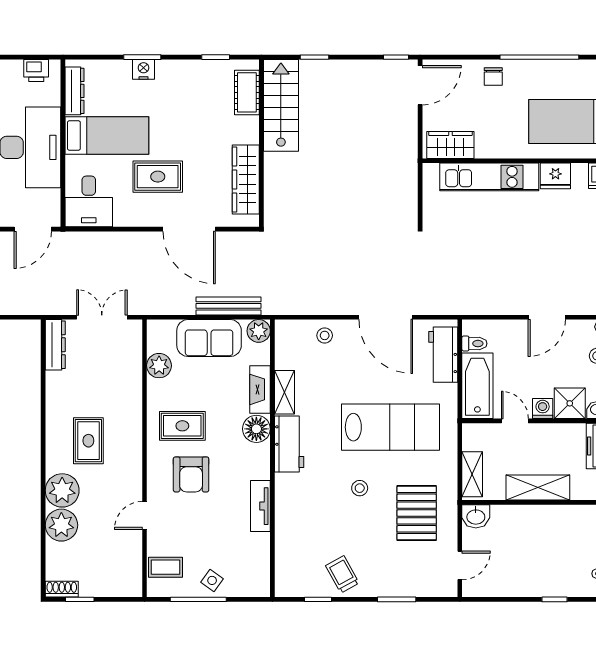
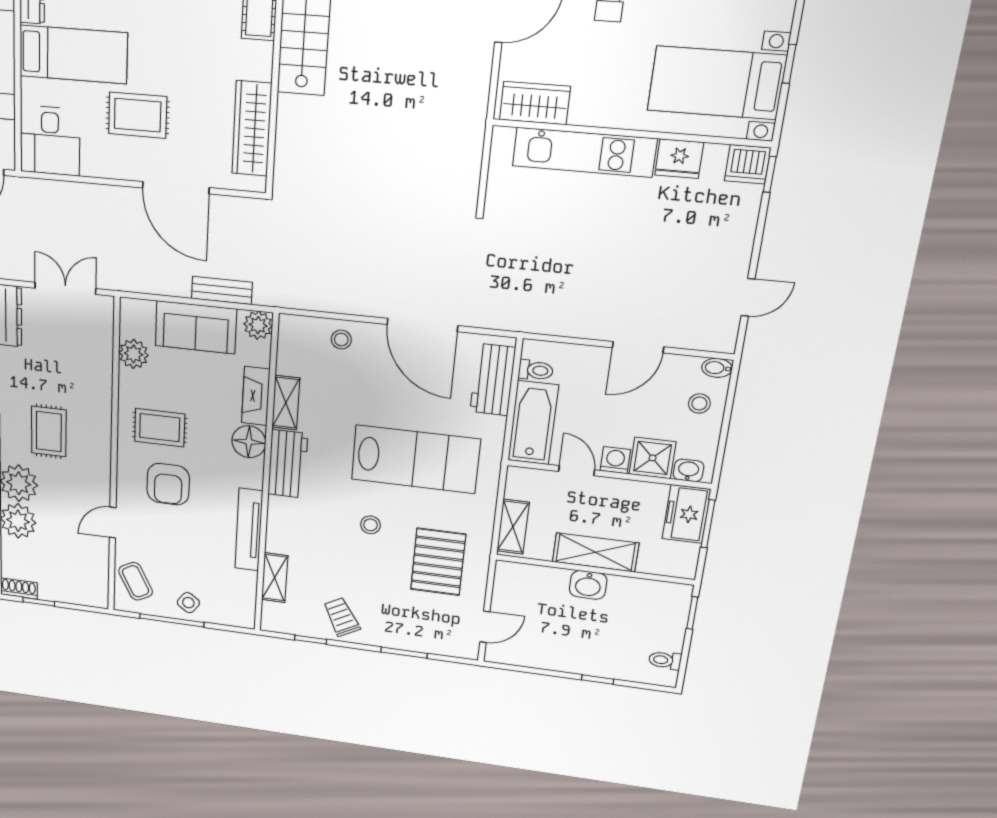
bench: (229, 306) -> (222, 290), width x0.73
tv unit: (260, 506) -> (249, 530), width x1.41
washbasin: (476, 516) -> (588, 585), moved
shelving: (284, 546) -> (275, 578), added
coffee table: (166, 567) -> (136, 581), turned 62

